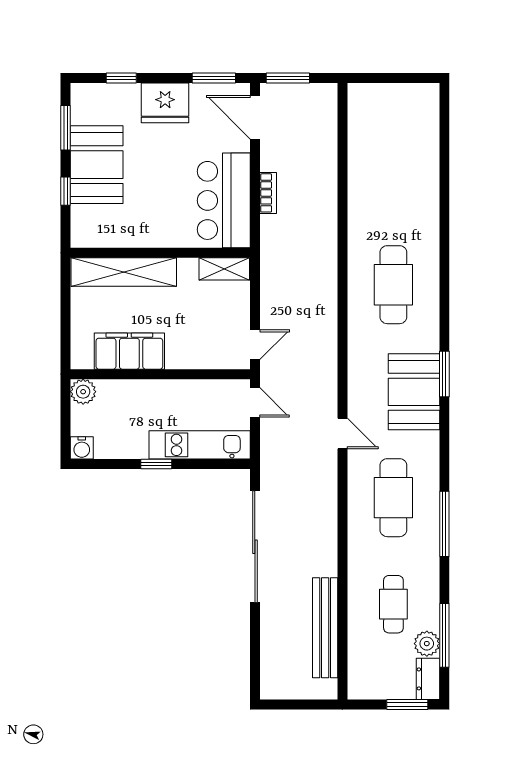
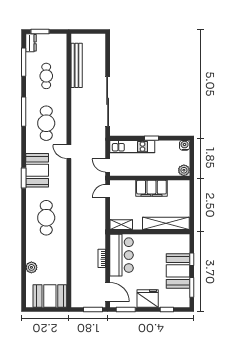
booth: (385, 108) -> (50, 296), added
filing cabinet: (129, 351) -> (151, 188), moved
plant: (427, 644) -> (31, 267), moved

